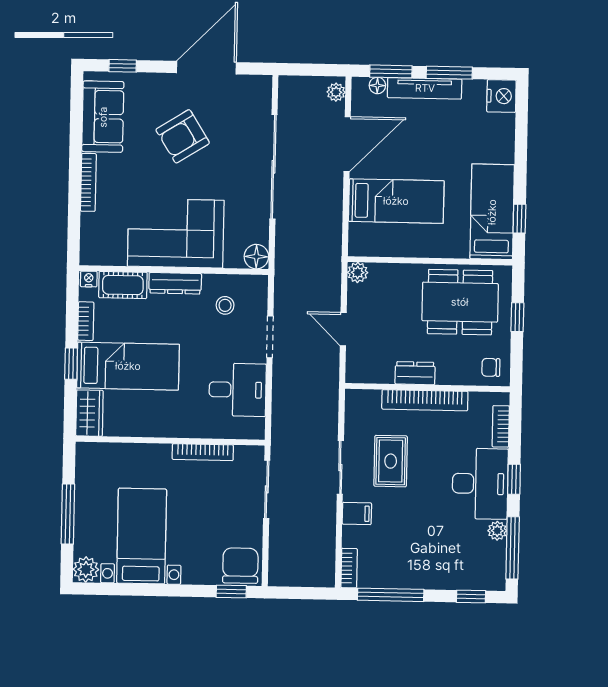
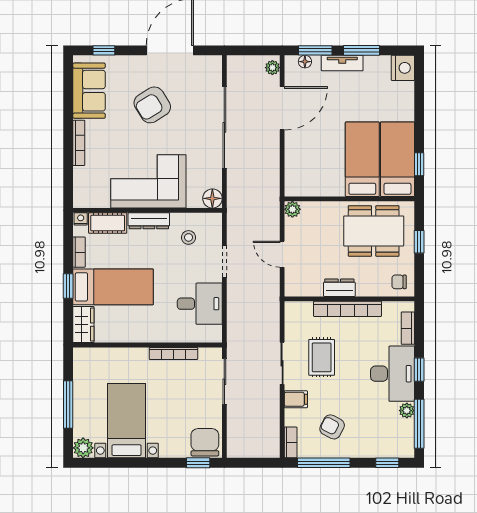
tv unit: (425, 88) -> (342, 63), width x0.71
bed: (396, 201) -> (362, 159), moved, turned -90
armchair: (402, 550) -> (332, 427), added

